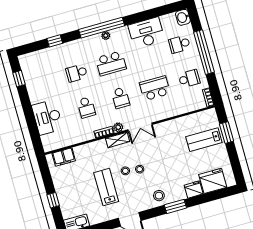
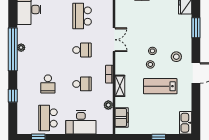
school desk: (111, 63) -> (48, 118), moved, turned 180
plant: (118, 127) -> (108, 105), moved
shelving: (118, 140) -> (120, 86), moved
stool: (159, 196) -> (176, 57), moved

